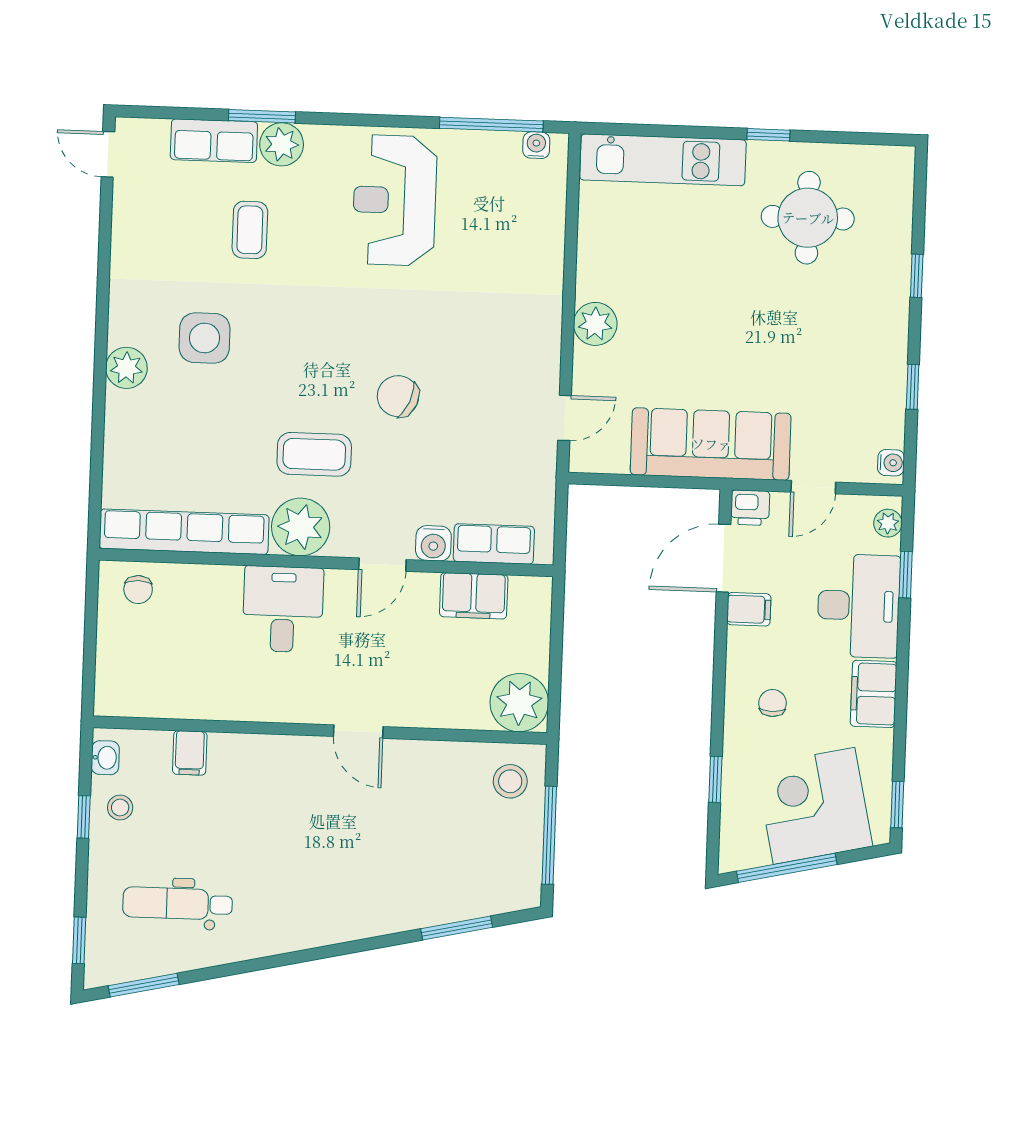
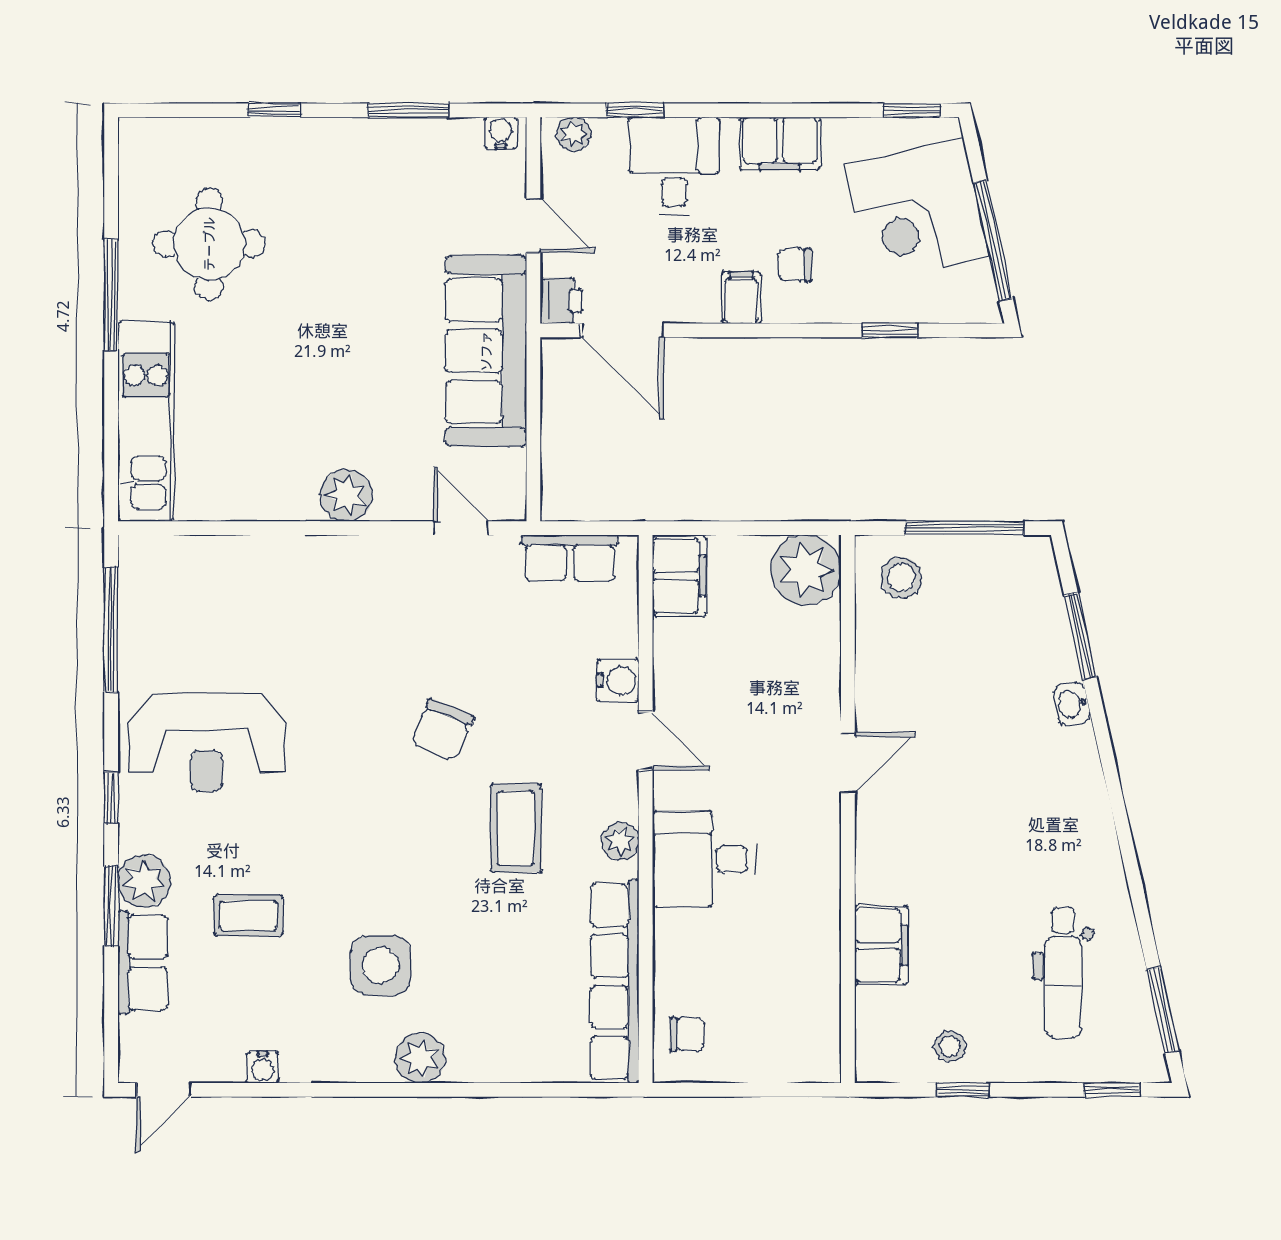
window: (352, 120) -> (111, 798), added
window: (768, 135) -> (111, 295), width x2.17
water cooler: (536, 145) -> (263, 1067), moved, turned -90
window: (913, 387) -> (408, 110), width x1.50
plant: (301, 527) -> (620, 841), width x0.53, depth x0.53
row of seats: (494, 544) -> (570, 558), moved, turned -90
filing cabinet: (474, 596) -> (679, 576), moved
desk: (859, 606) -> (674, 166), width x0.73
filing cabinet: (749, 609) -> (741, 298), moved
filing cabinet: (190, 753) -> (881, 945), width x2.00
washbasin: (105, 758) -> (1072, 704), moved, turned -102

